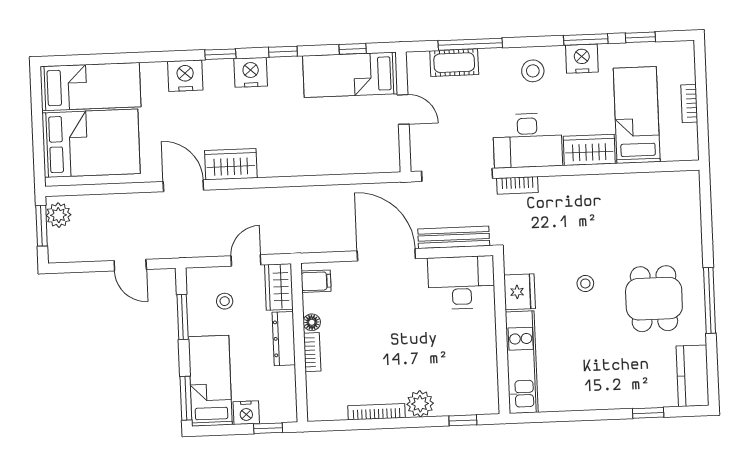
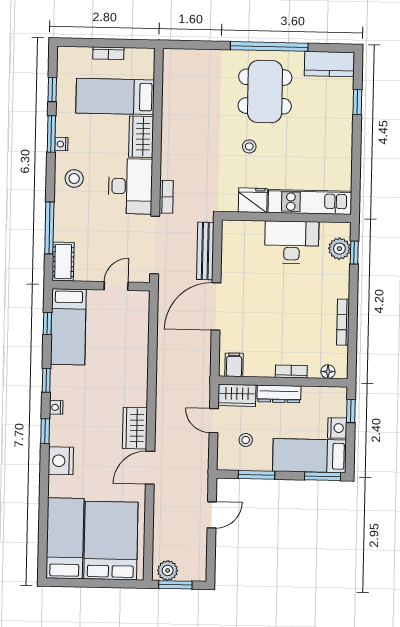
nightstand: (582, 59) -> (61, 144), width x0.53, depth x0.56
cot: (454, 63) -> (63, 262), moved
nightstand: (251, 72) -> (56, 407), width x0.53, depth x0.56
door: (403, 109) -> (116, 286), moved
desk: (461, 283) -> (292, 242), moved, turned 90
dining table: (654, 299) -> (265, 92), width x1.38
window: (710, 300) -> (269, 46), width x1.46
floor lamp: (312, 322) -> (328, 372), moved
plant: (420, 404) -> (339, 249), moved

